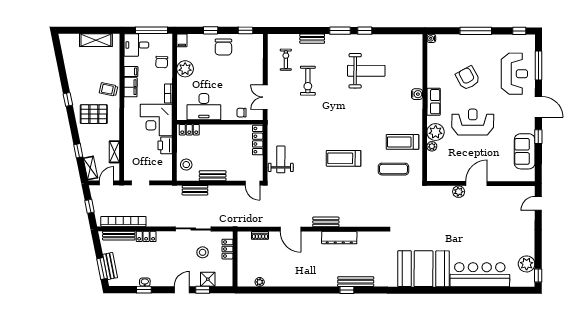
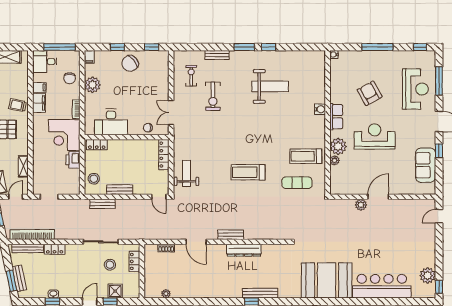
chair: (223, 47) -> (130, 63), turned 51

